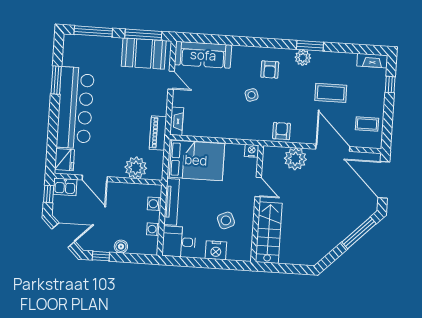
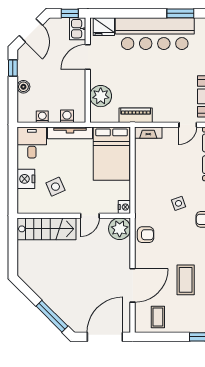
plant: (295, 159) -> (120, 229), moved

